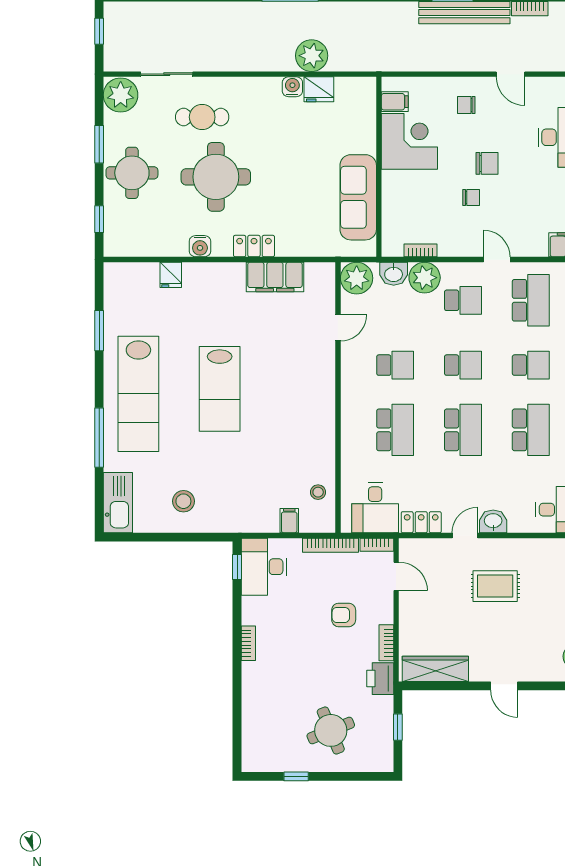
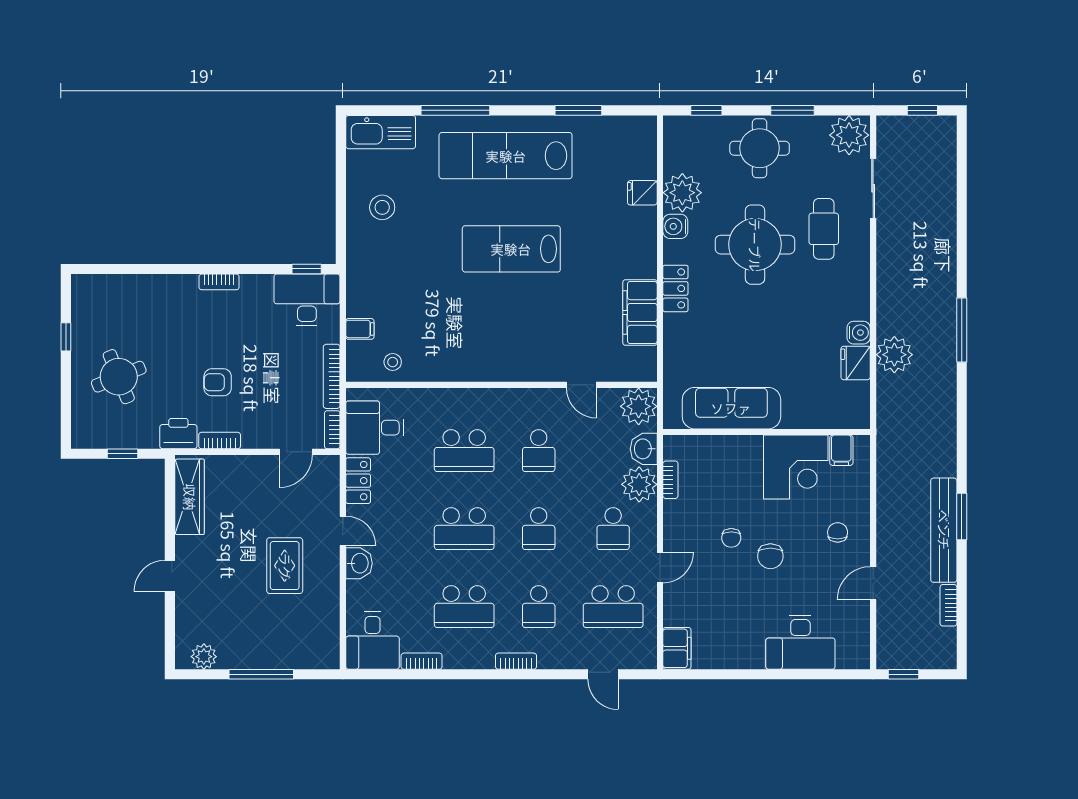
plant: (171, 240) -> (682, 193), added
armchair: (344, 615) -> (218, 382), moved, turned -90

